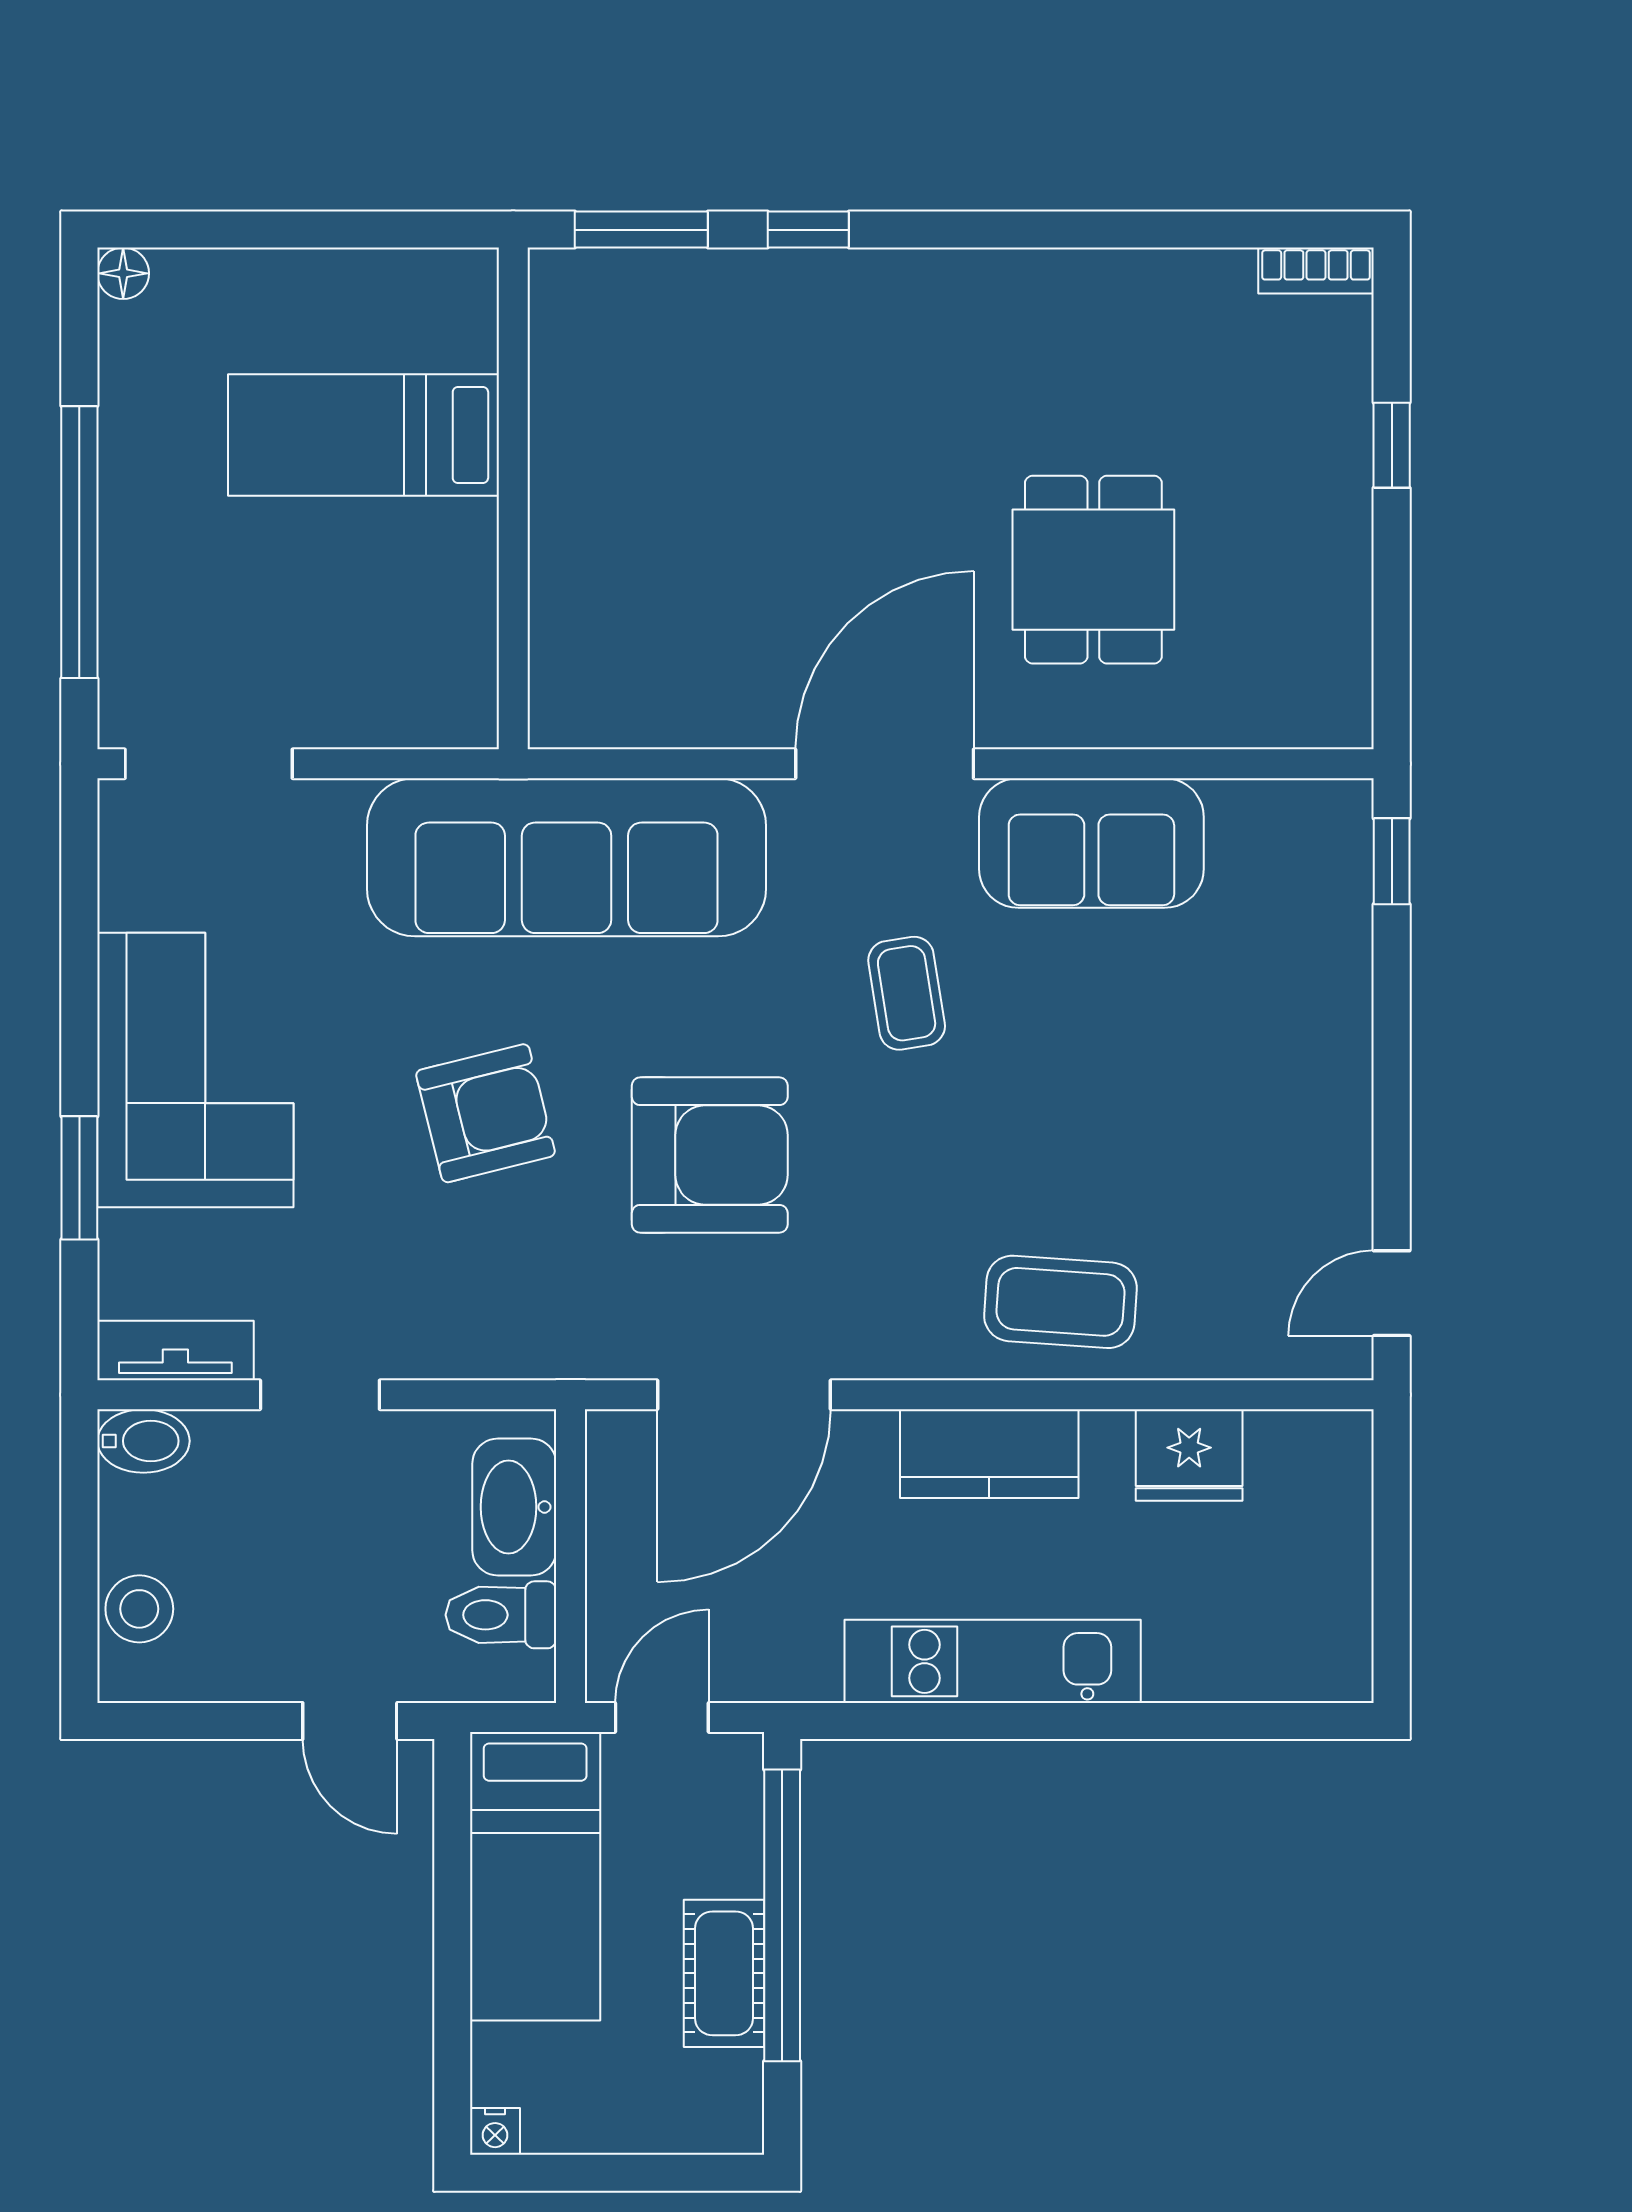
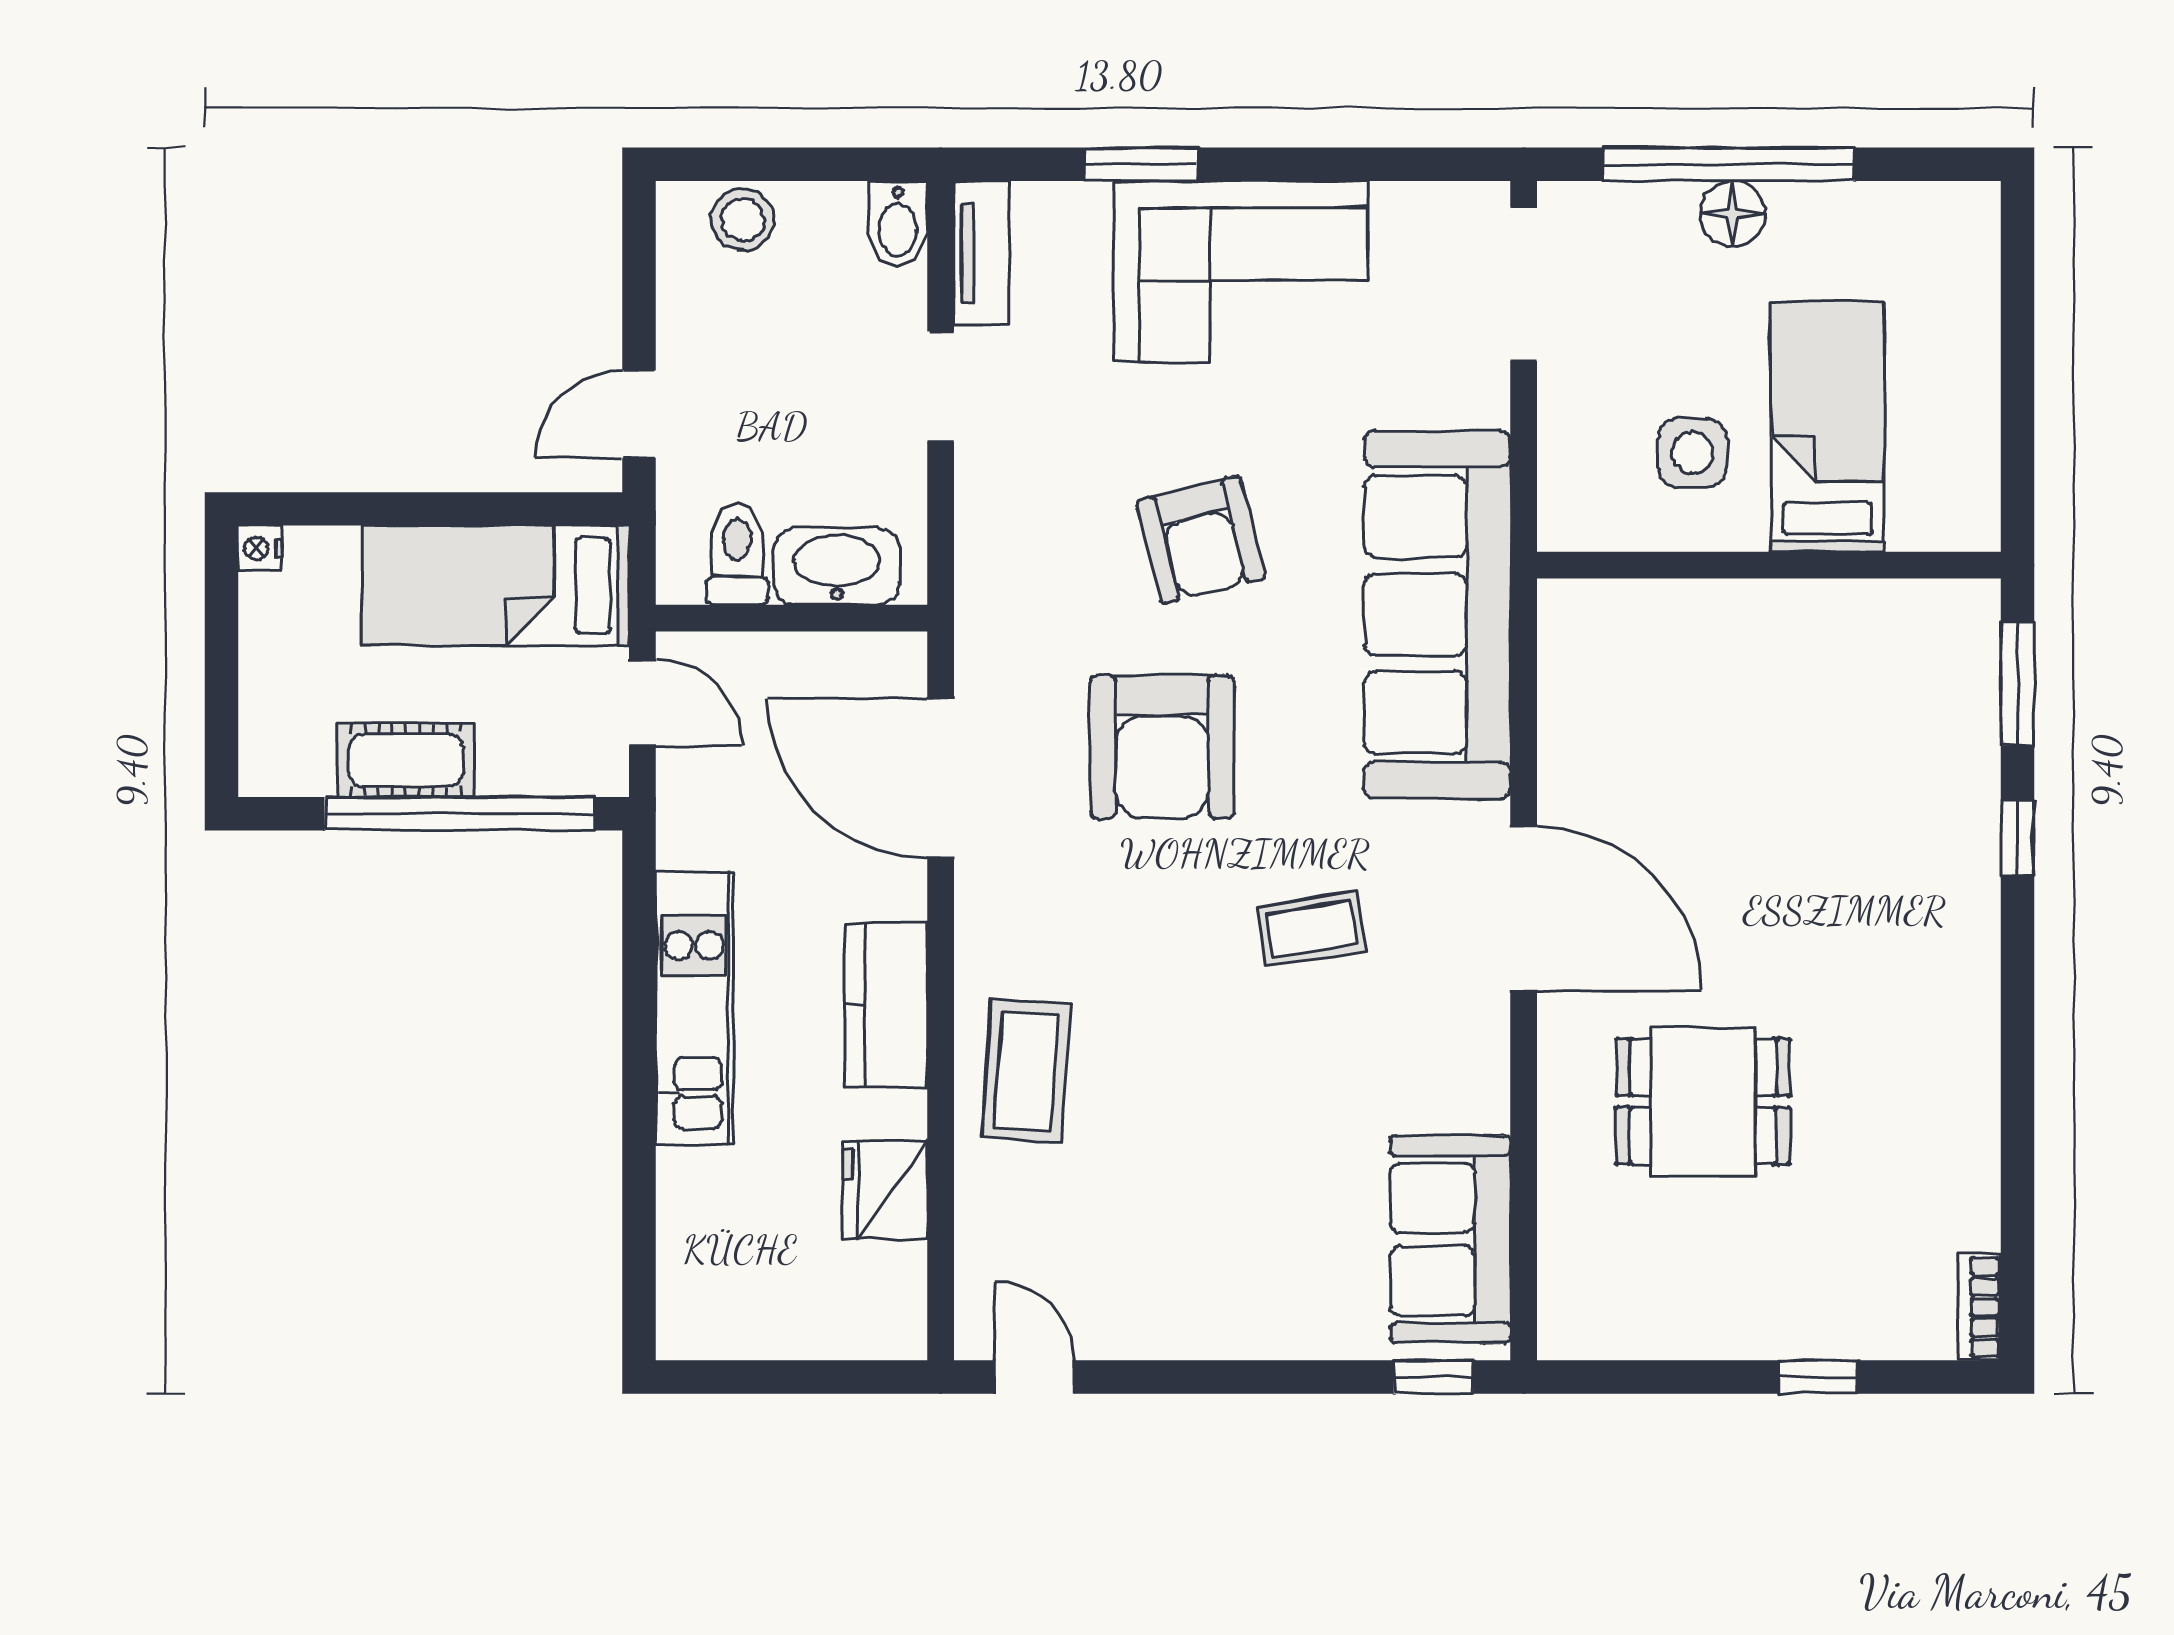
floor lamp: (123, 273) -> (1733, 214), moved, width x1.37, depth x1.37
side table: (392, 582) -> (1692, 453), added
sofa: (1091, 843) -> (1450, 1239), moved

